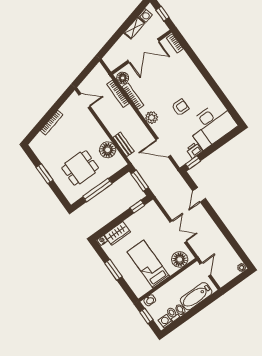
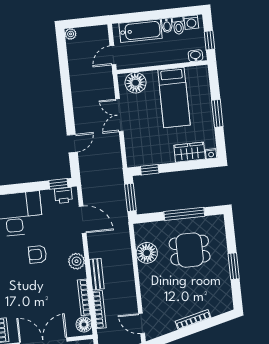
bench: (124, 144) -> (97, 274), moved
printer: (194, 150) -> (63, 195), moved

